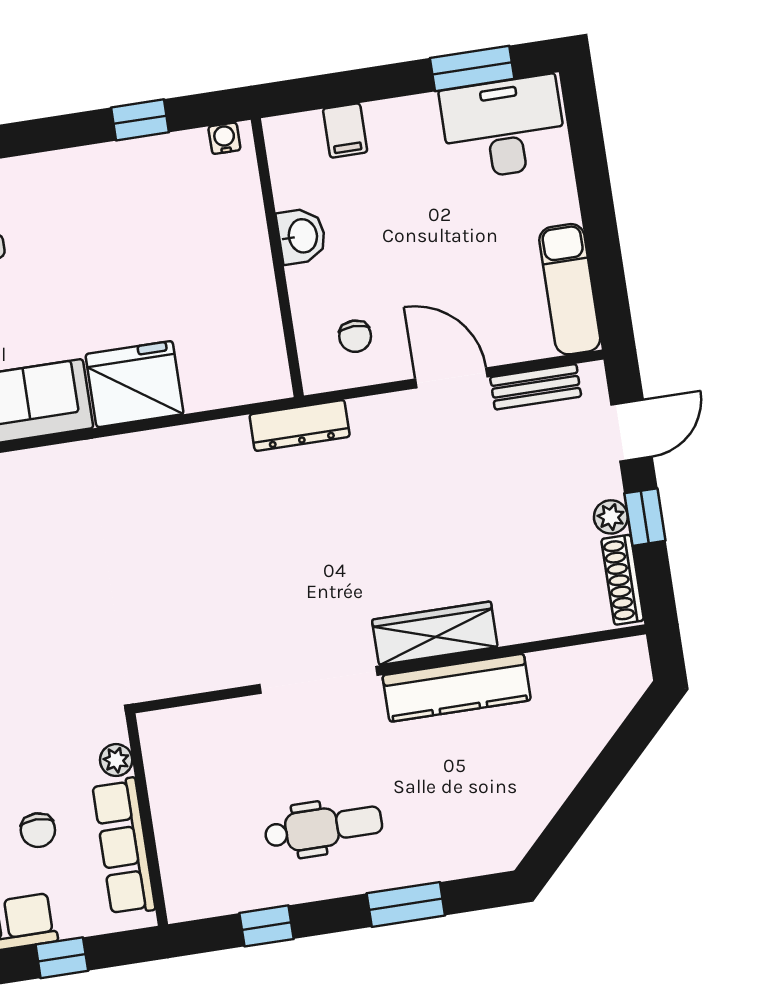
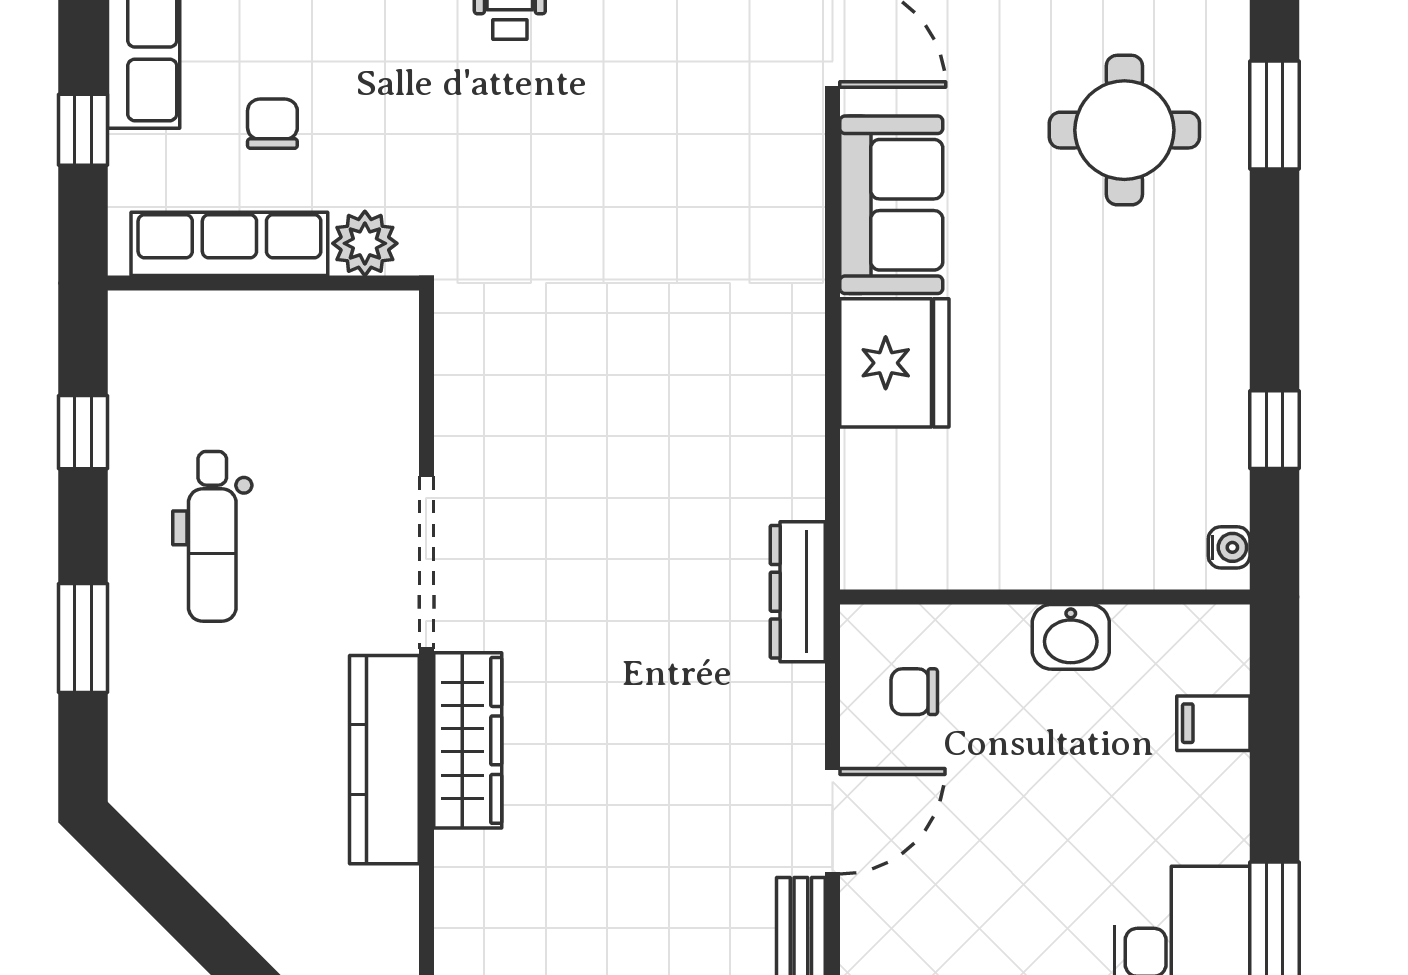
plant: (116, 760) -> (365, 243), width x1.38, depth x1.38
chair: (38, 830) -> (272, 124), turned 90

